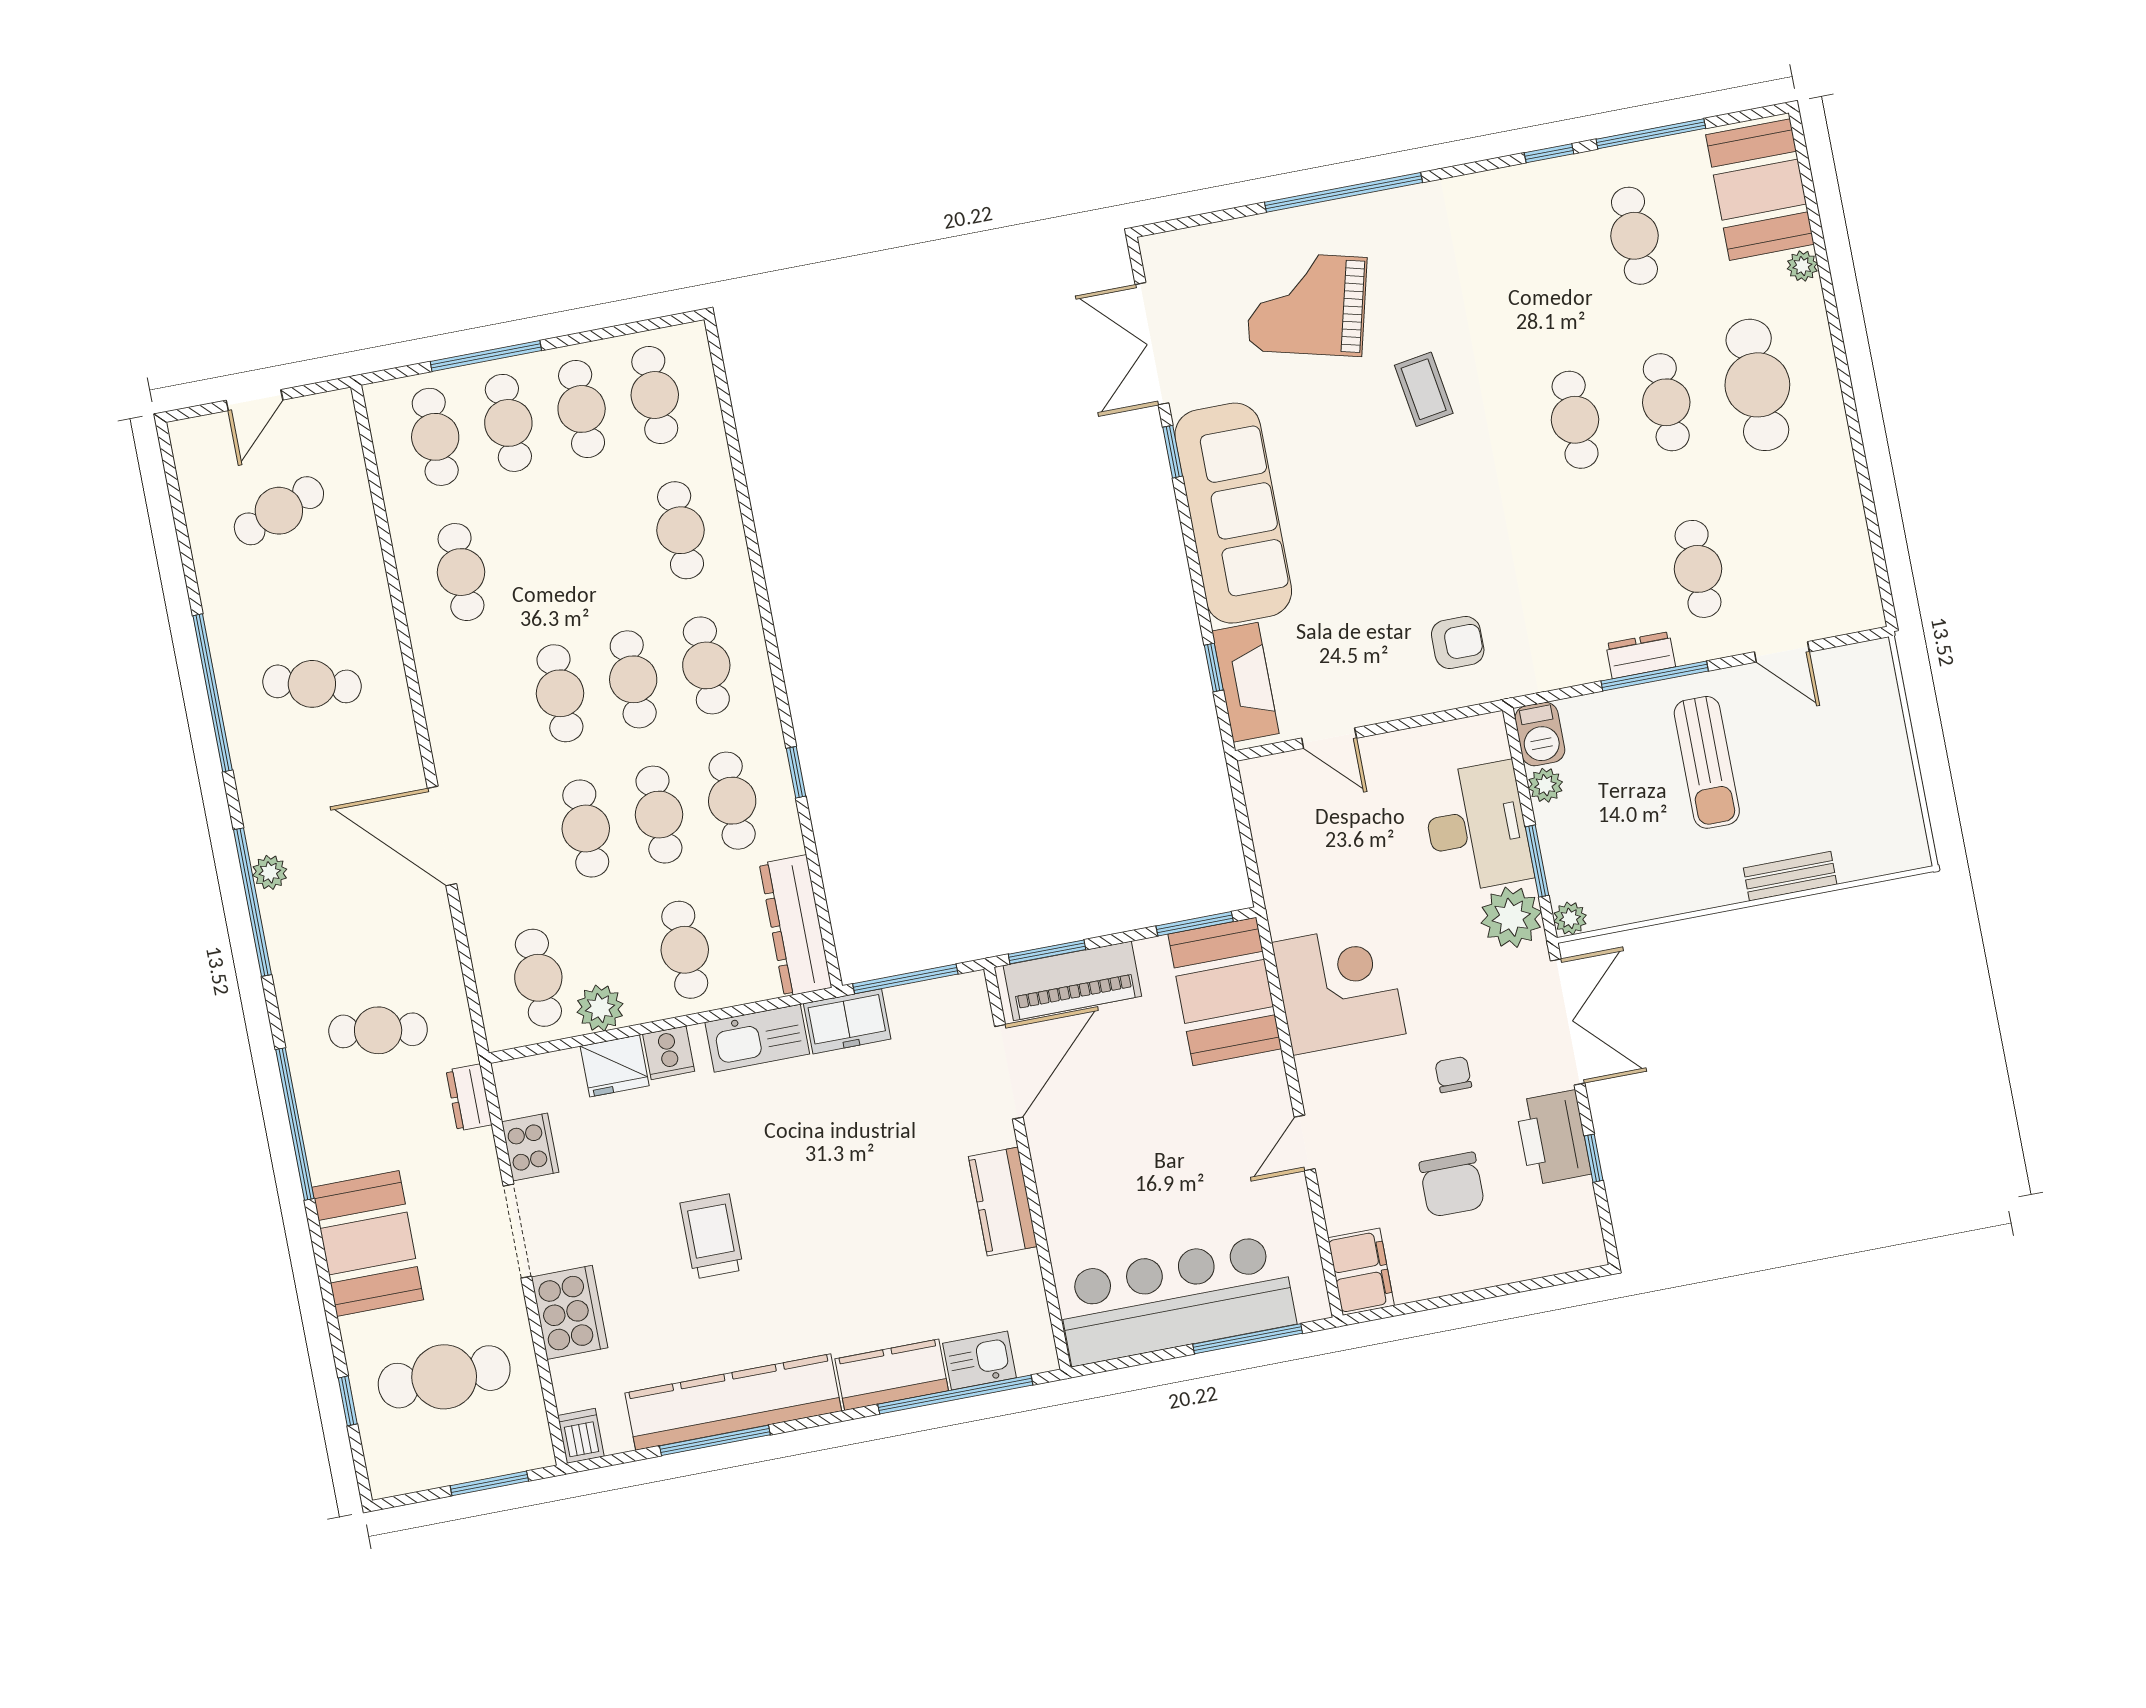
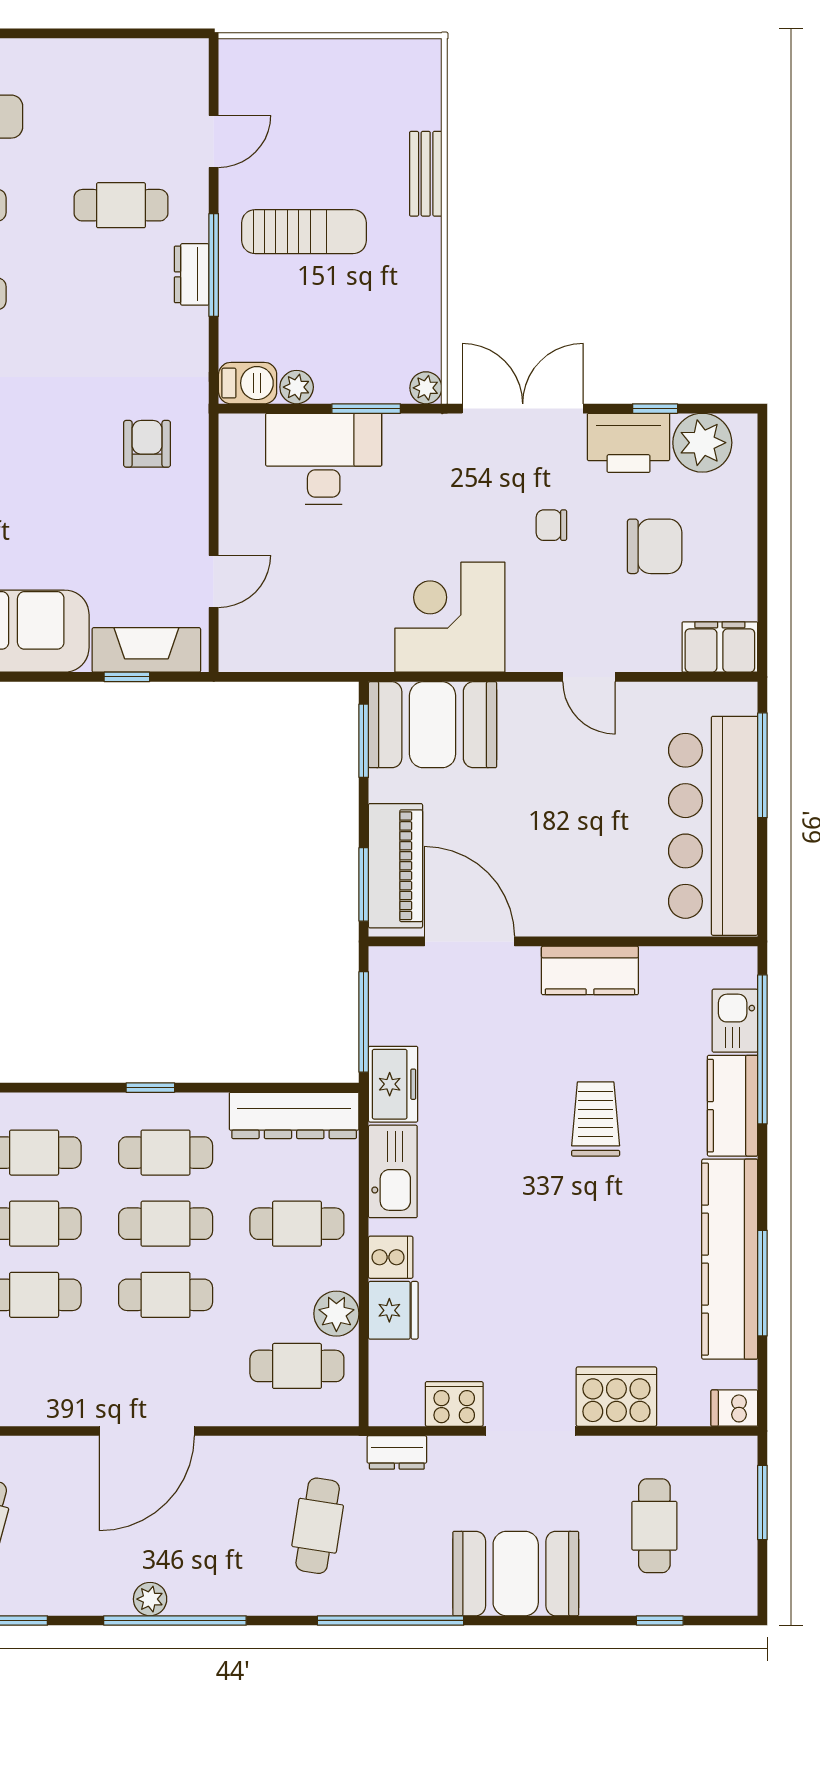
plant: (1511, 917) -> (702, 443), moved
trolley: (712, 1236) -> (596, 1119), moved, turned 90
cafe table: (444, 1377) -> (654, 1526), width x0.73, depth x0.74

